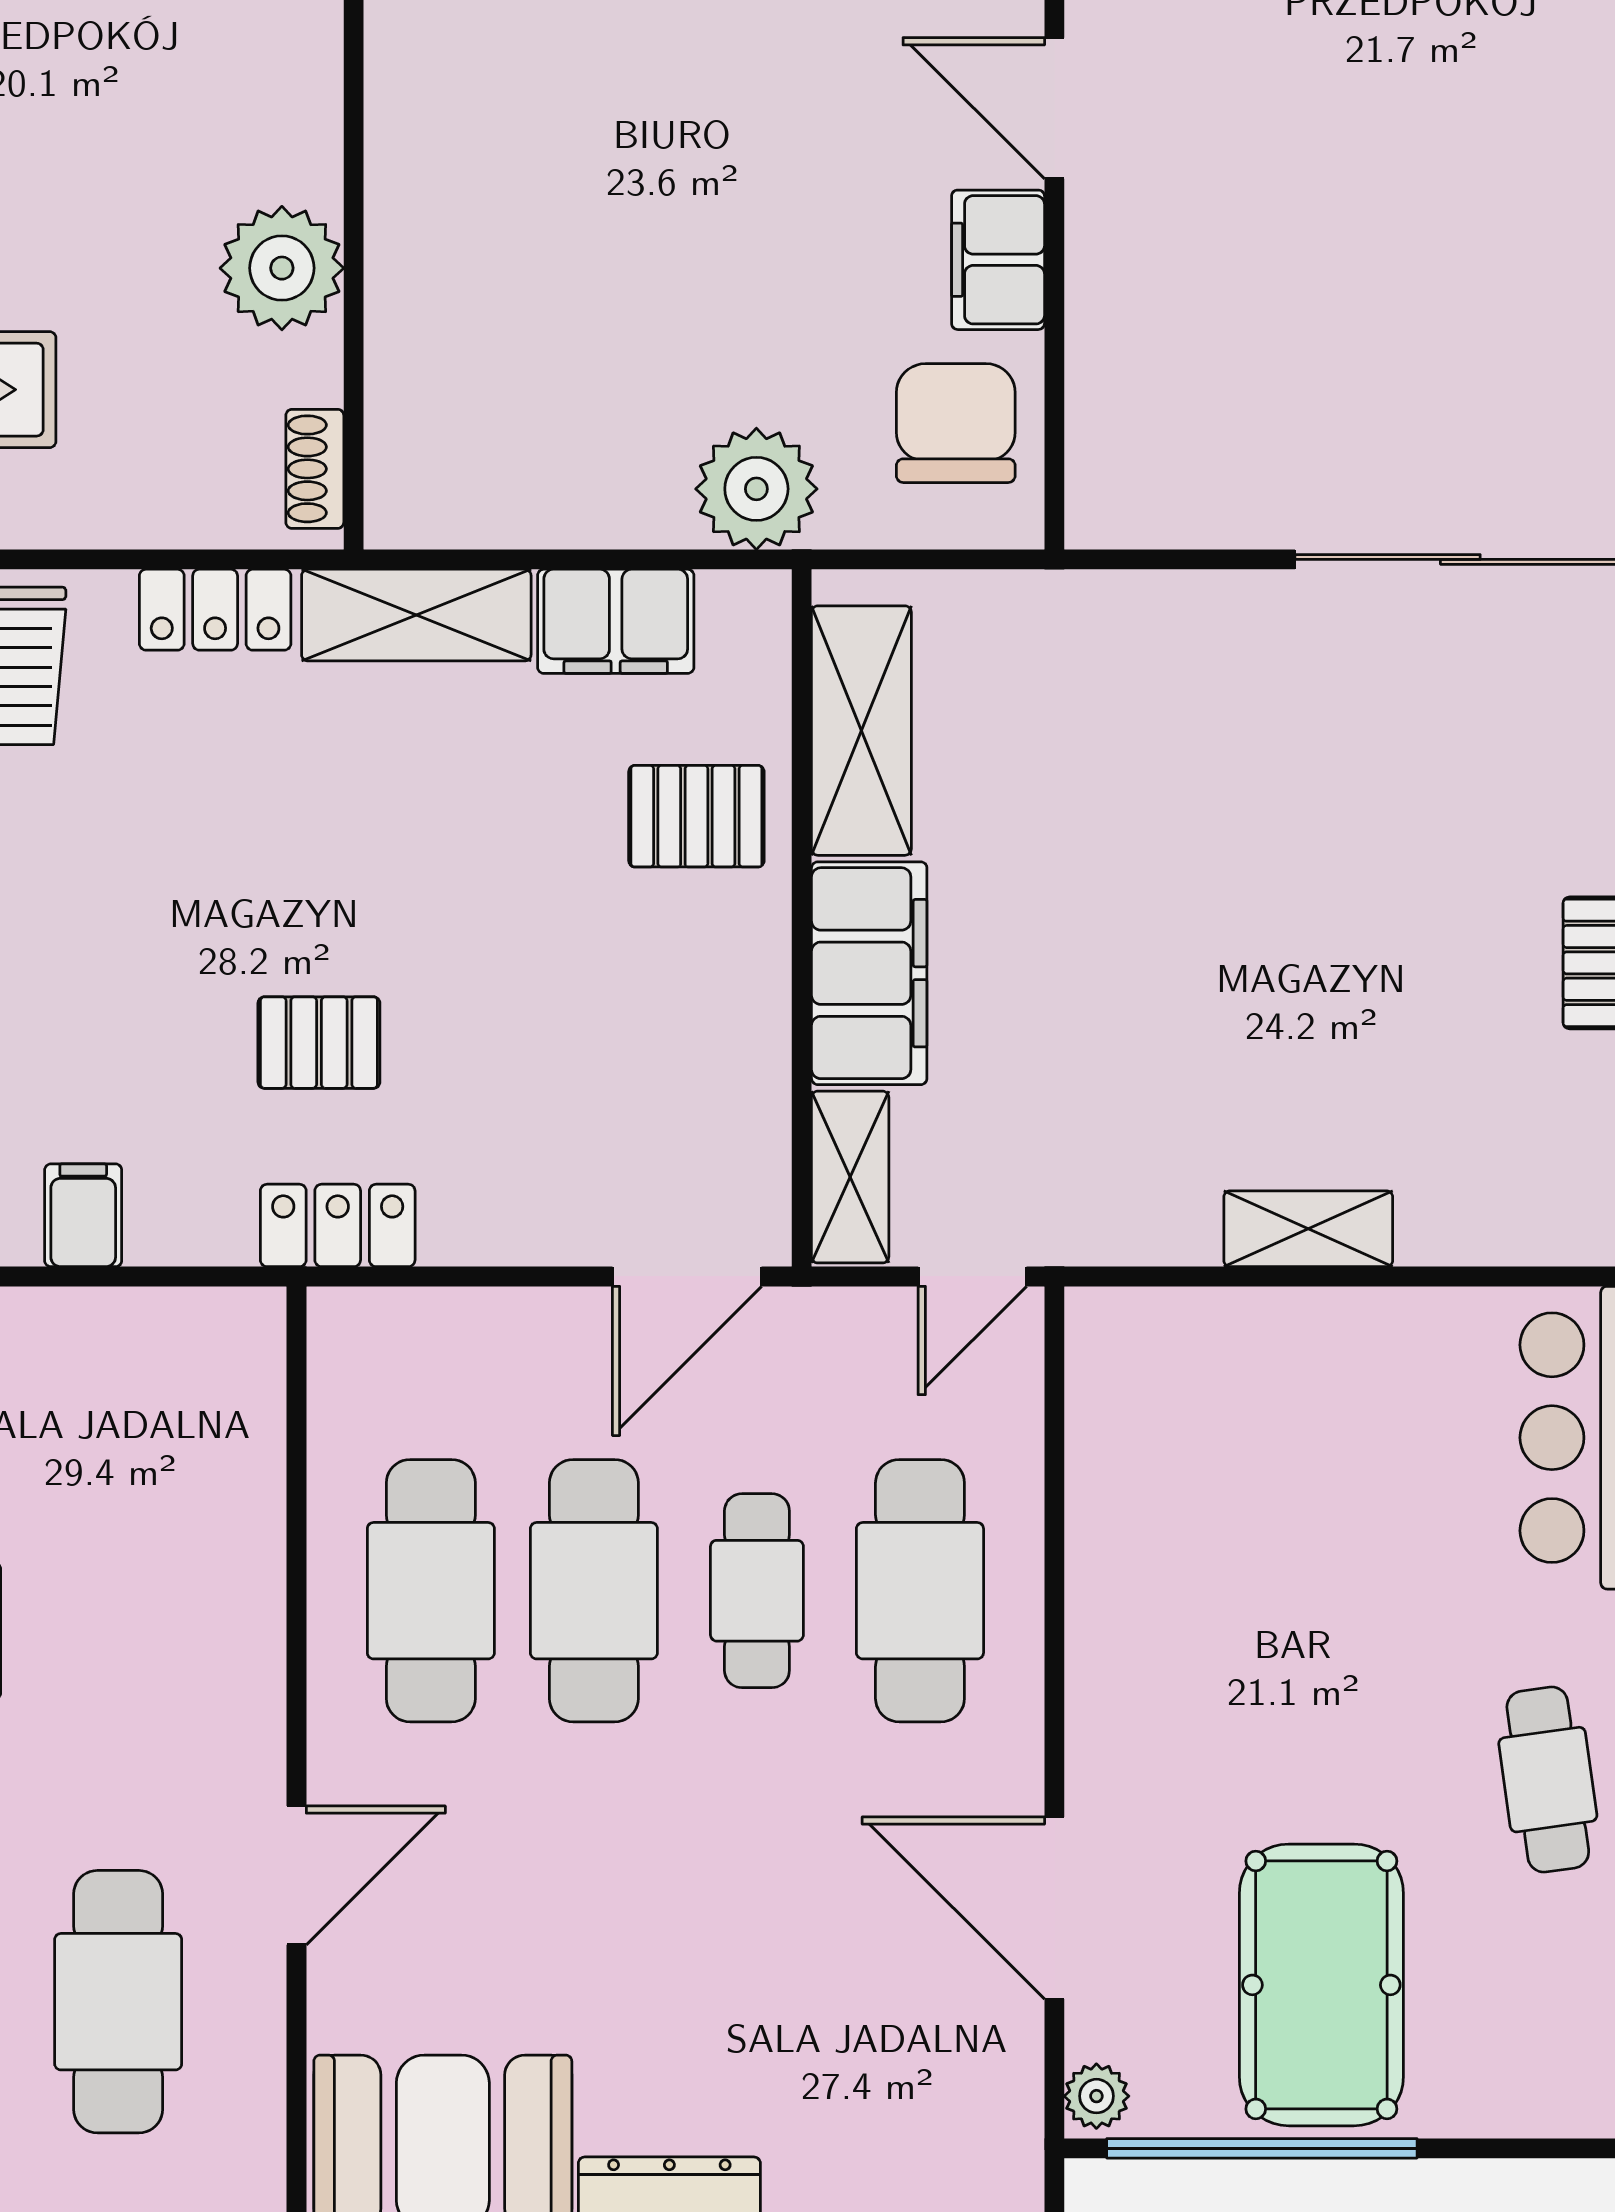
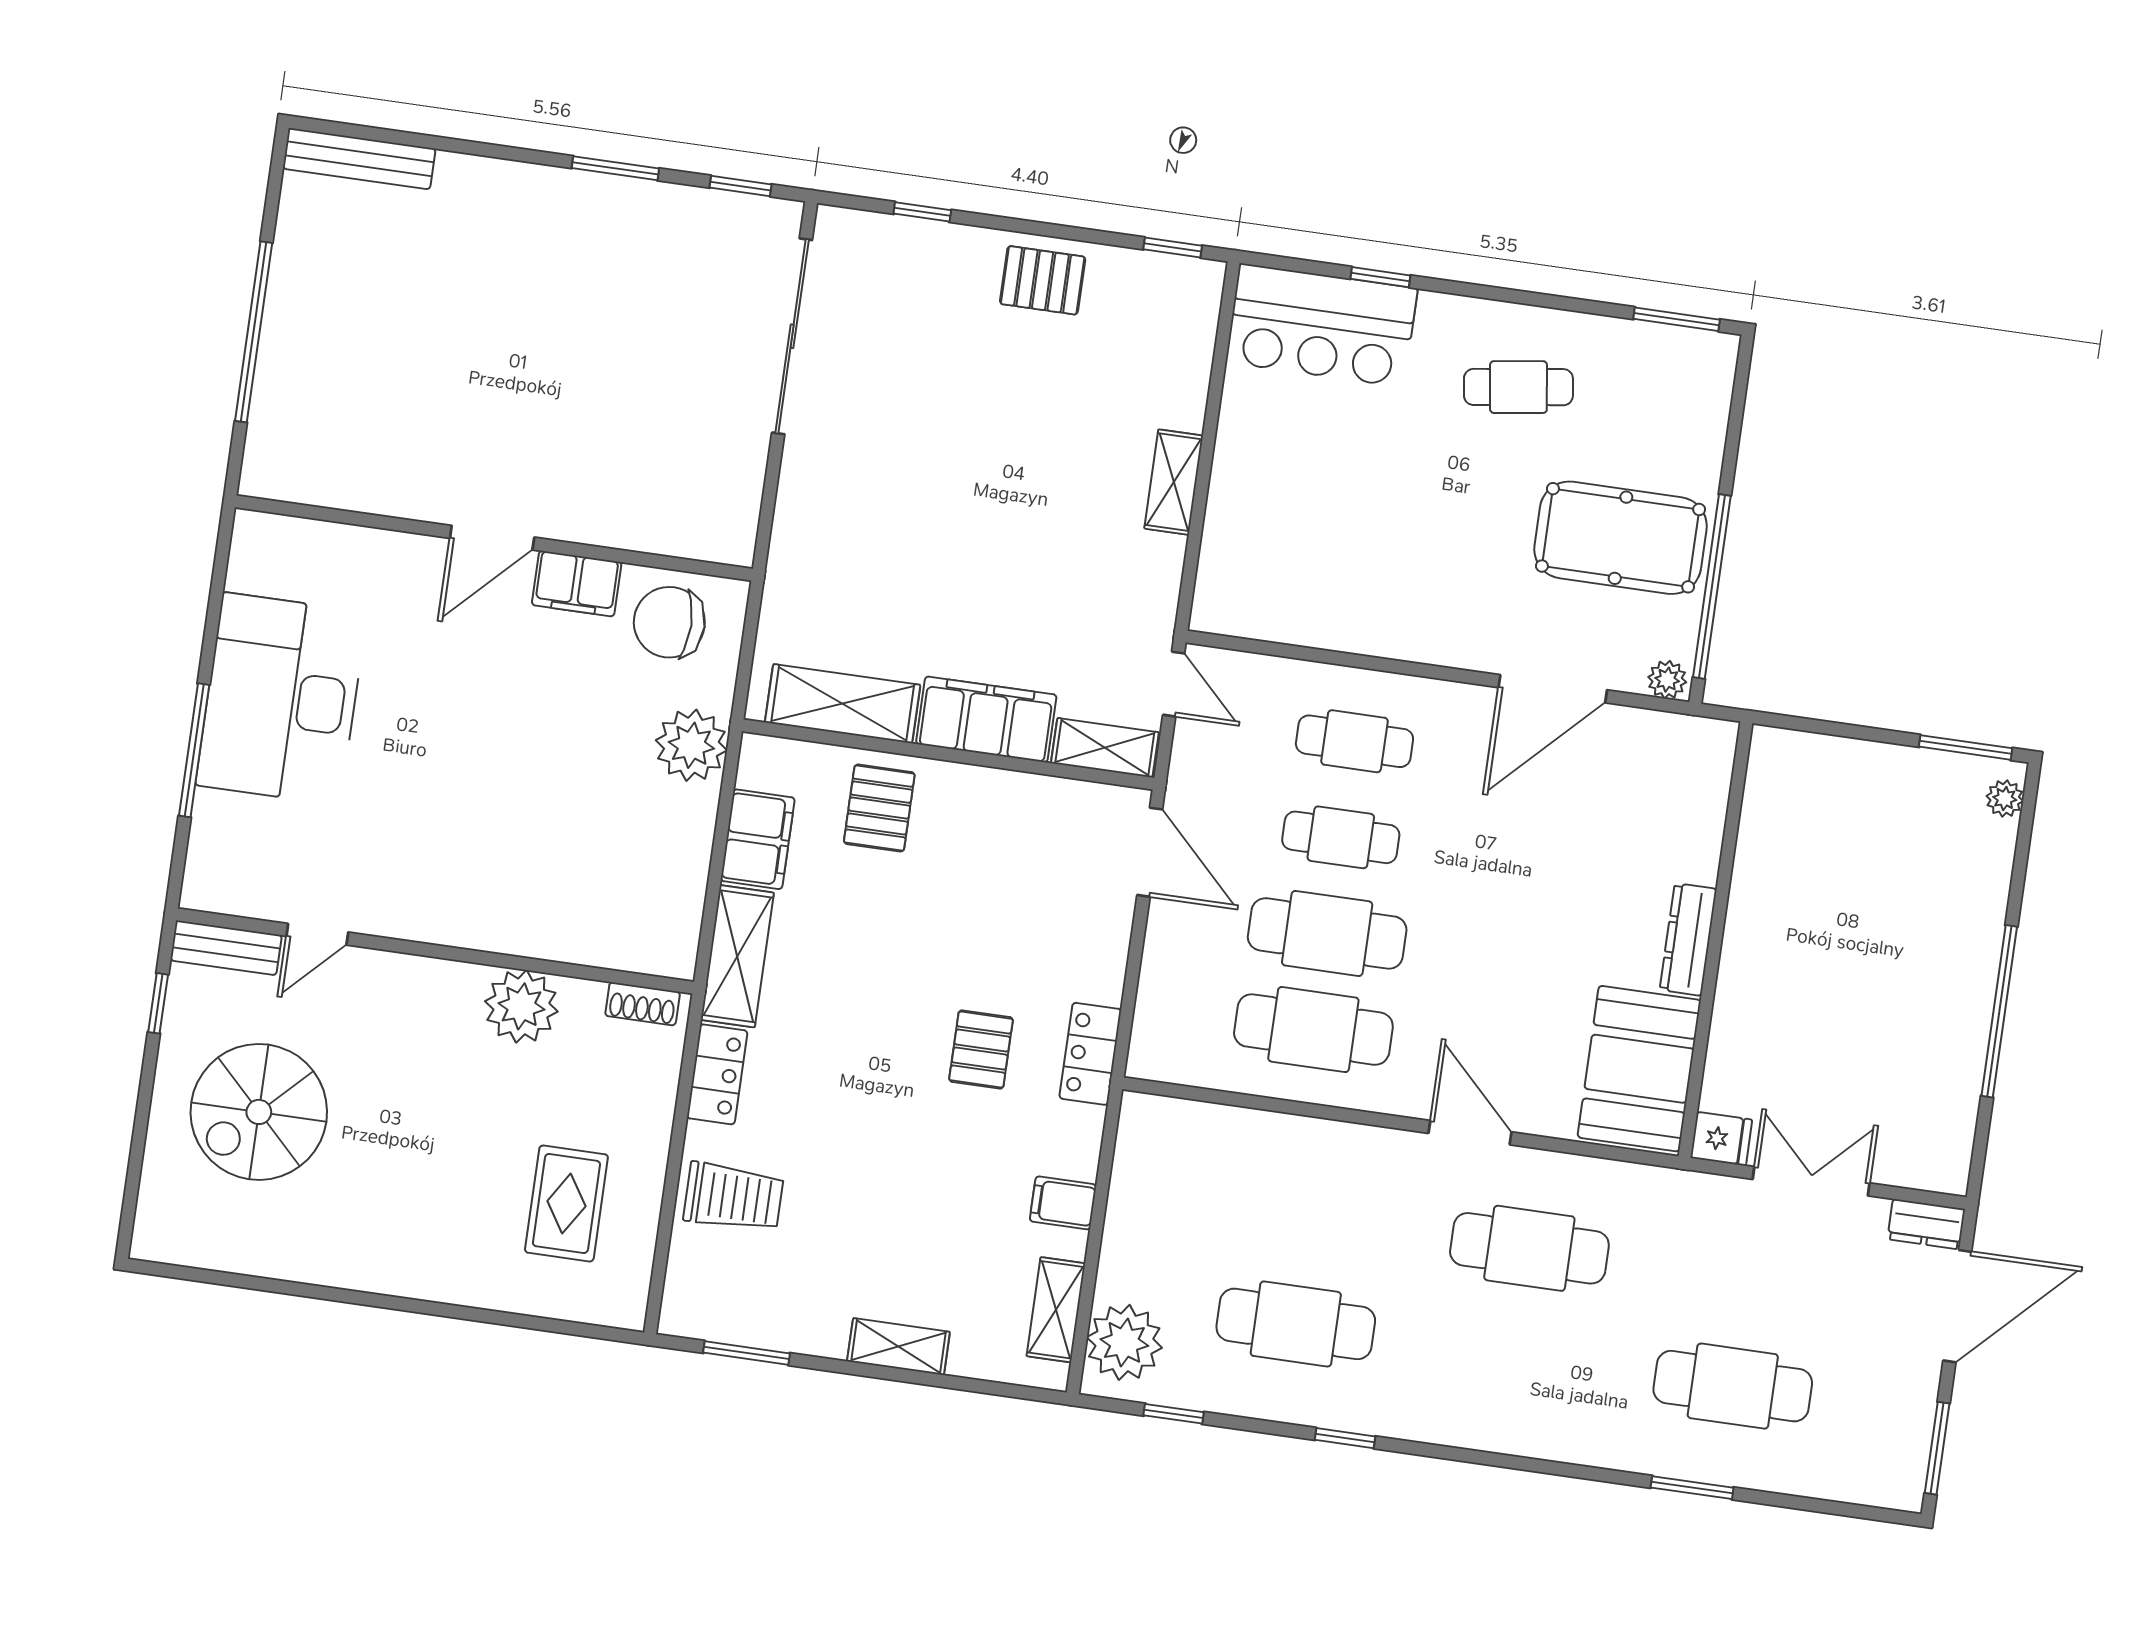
cafe table: (920, 1591) -> (1354, 741), width x0.73, depth x0.74

